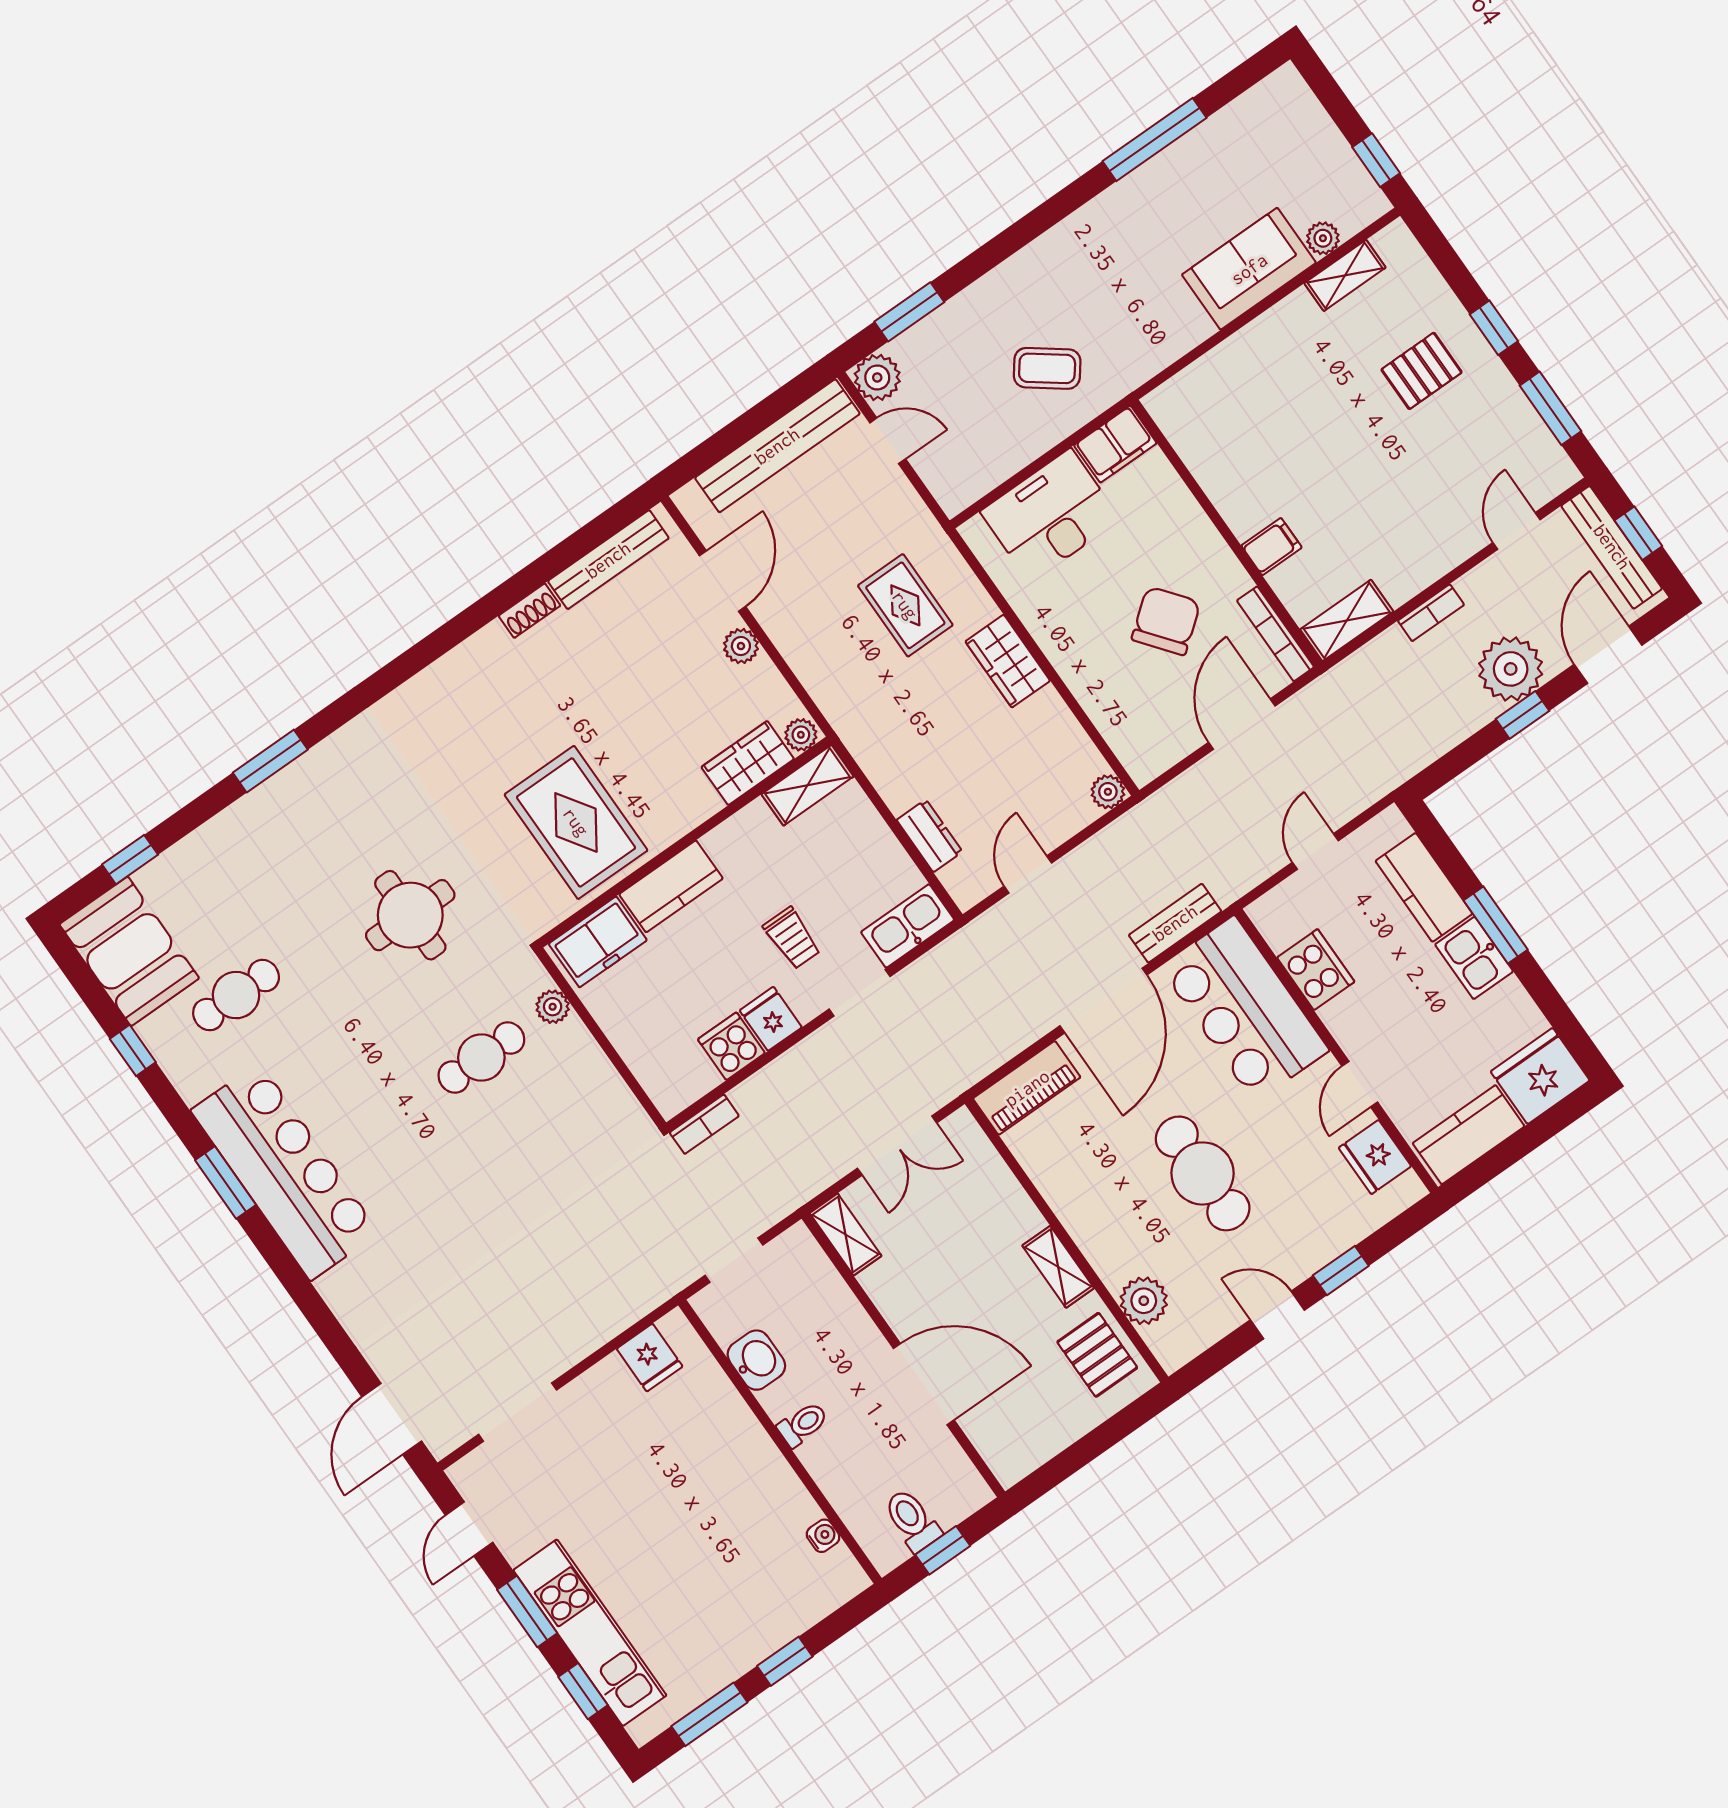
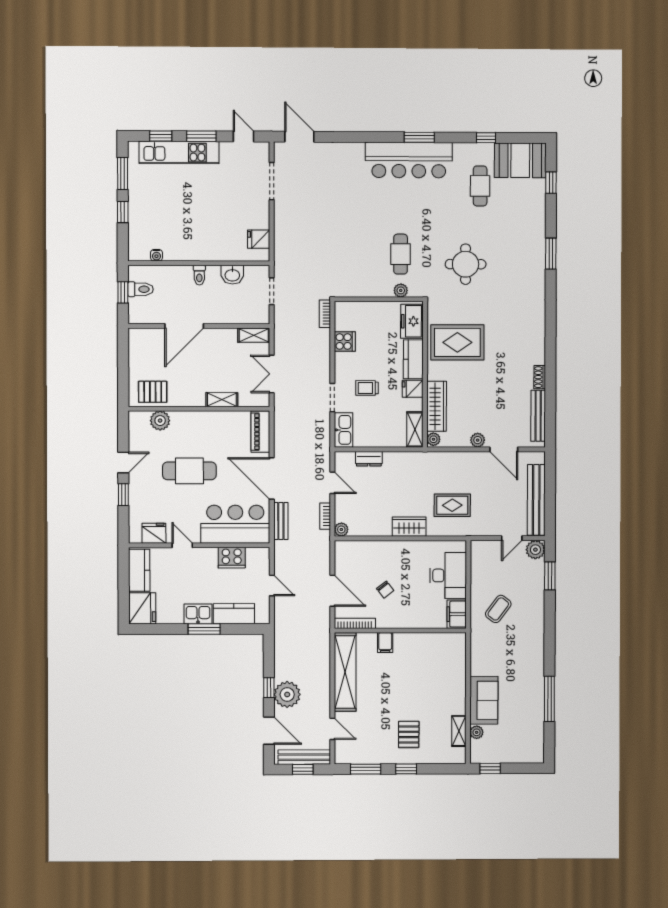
bookcase: (1431, 613) -> (325, 516), moved
shelving: (1347, 620) -> (345, 672), width x2.20, depth x1.33
chair: (1166, 621) -> (385, 590), width x0.54, depth x0.54
wardrobe: (748, 763) -> (437, 406), width x1.50
fridge: (771, 1019) -> (413, 389), moved, turned 180
shelving: (1058, 1267) -> (222, 400), moved

